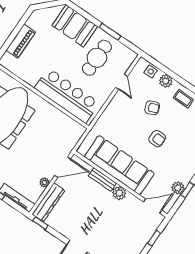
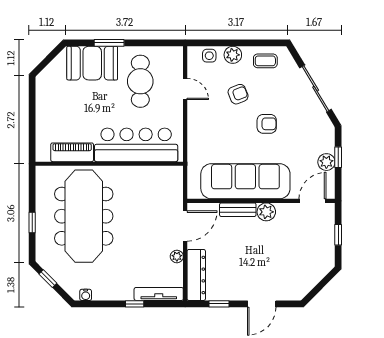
window: (110, 32) -> (109, 43), moved
piano: (21, 41) -> (72, 152), moved, turned -90
window: (40, 223) -> (219, 304), moved

